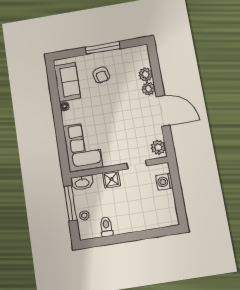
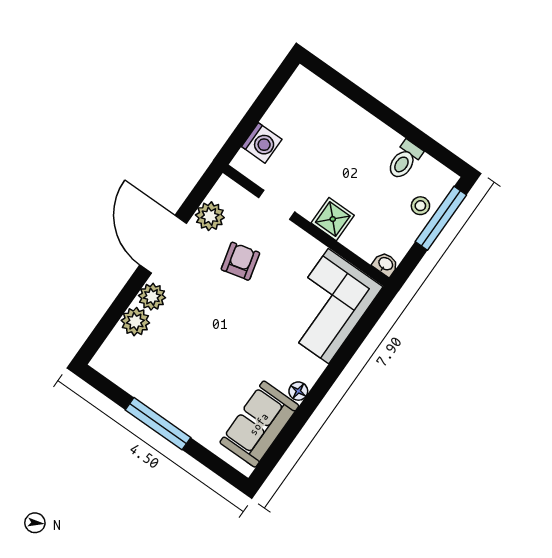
armchair: (101, 75) -> (240, 261), moved
plant: (158, 147) -> (210, 216), moved
washbasin: (82, 183) -> (385, 264), width x0.52, depth x0.69
window: (70, 203) -> (441, 218), moved

